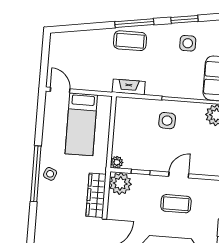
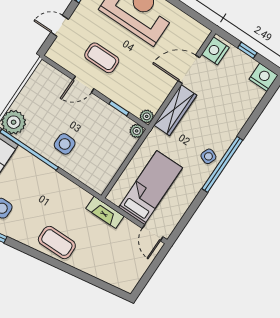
window: (134, 23) -> (43, 257), removed
fireplace: (129, 87) -> (105, 212), moved
plant: (120, 184) -> (147, 116), width x0.53, depth x0.53

